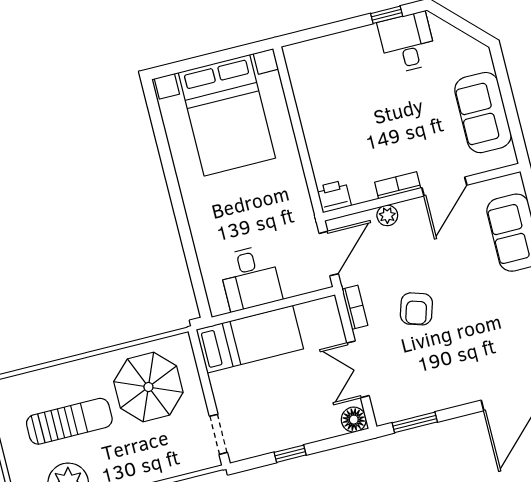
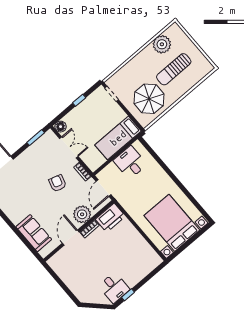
sofa: (483, 113) -> (70, 275), removed
printer: (334, 196) -> (110, 218), width x1.87, depth x1.48
plant: (387, 215) -> (82, 214), width x1.87, depth x1.87

